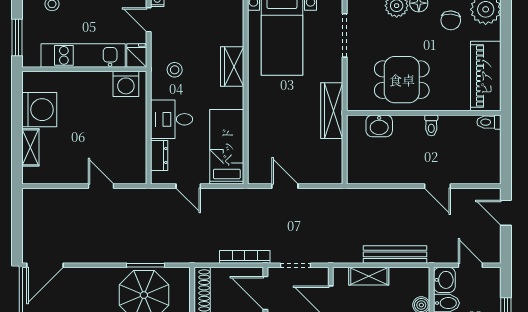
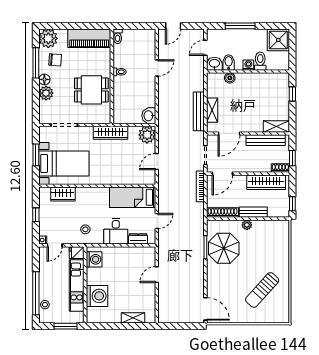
wardrobe: (232, 67) -> (63, 194), moved
dining table: (402, 80) -> (91, 90), turned 90
washing machine: (39, 110) -> (97, 296), moved, turned 90
washbasin: (379, 126) -> (149, 116), moved, turned 180
plant: (329, 170) -> (147, 135), added
bench: (395, 254) -> (199, 111), moved

